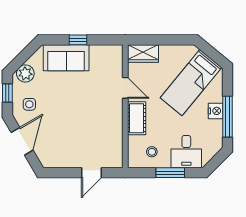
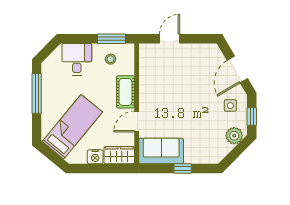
sofa: (66, 58) -> (161, 151), moved
door: (125, 88) -> (137, 122), hinge flipped
nightstand: (216, 111) -> (95, 157), moved, turned -90
window: (170, 173) -> (112, 39), moved

